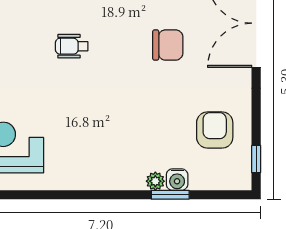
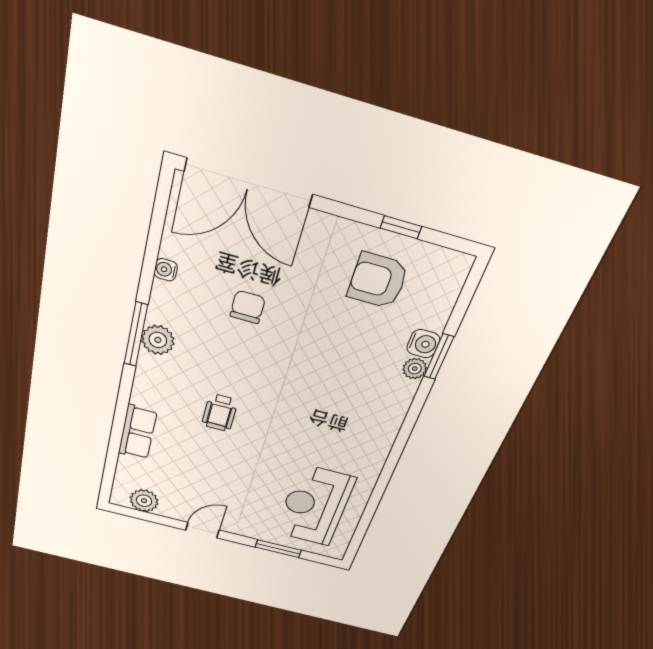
chair: (168, 45) -> (248, 307), width x0.73, depth x0.73
window: (256, 159) -> (401, 227), moved

